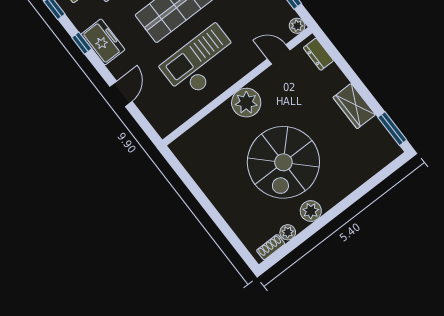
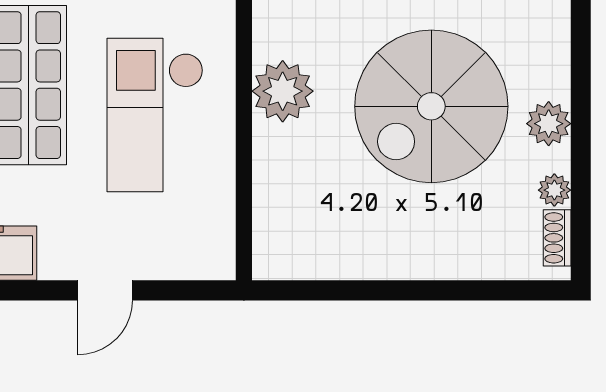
door: (121, 94) -> (105, 290), swing flipped
spiral stairs: (283, 162) -> (431, 106), turned 90

